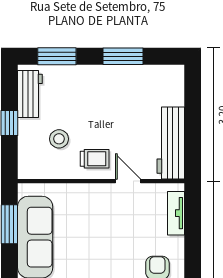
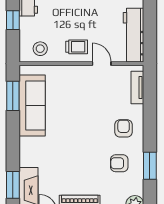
stool: (59, 139) -> (40, 49), moved

